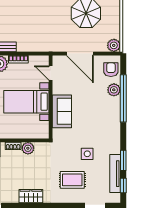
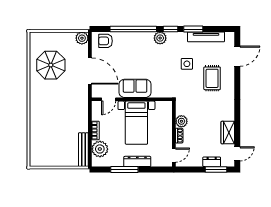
door: (80, 54) -> (90, 71), hinge flipped
plant: (114, 90) -> (160, 38), moved
sofa: (62, 111) -> (135, 88), moved
window: (123, 185) -> (170, 29), moved
wardrobe: (31, 196) -> (228, 133), moved

